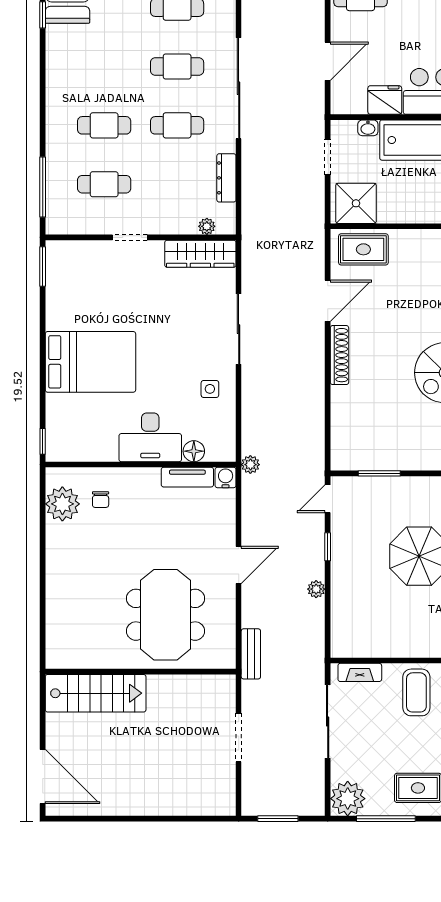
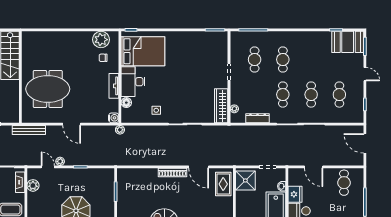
bed: (90, 362) -> (143, 51), moved, turned -90
tv unit: (187, 477) -> (114, 86), moved
door: (328, 499) -> (48, 167), moved
plant: (366, 646) -> (33, 185), added
bench: (251, 654) -> (29, 130), width x1.36

